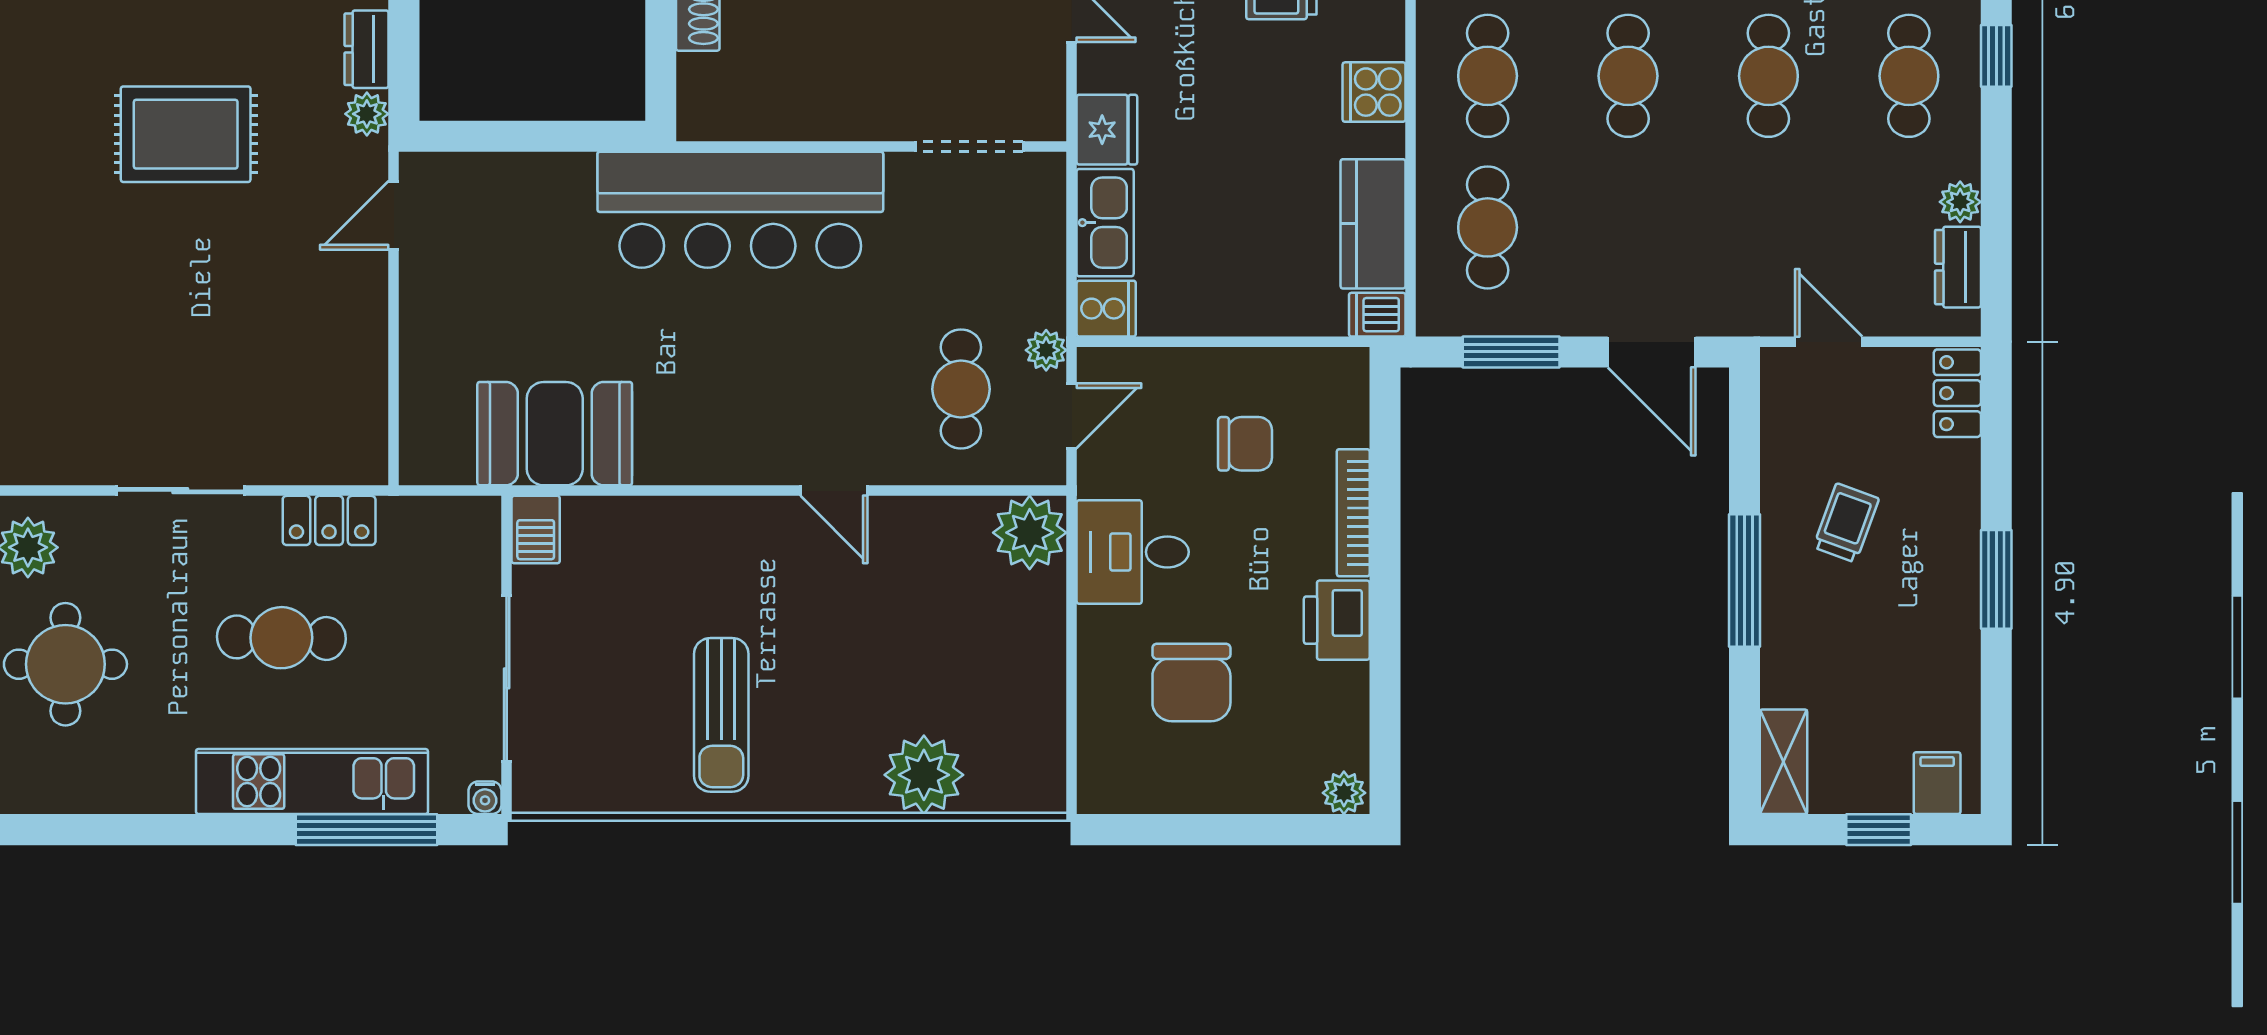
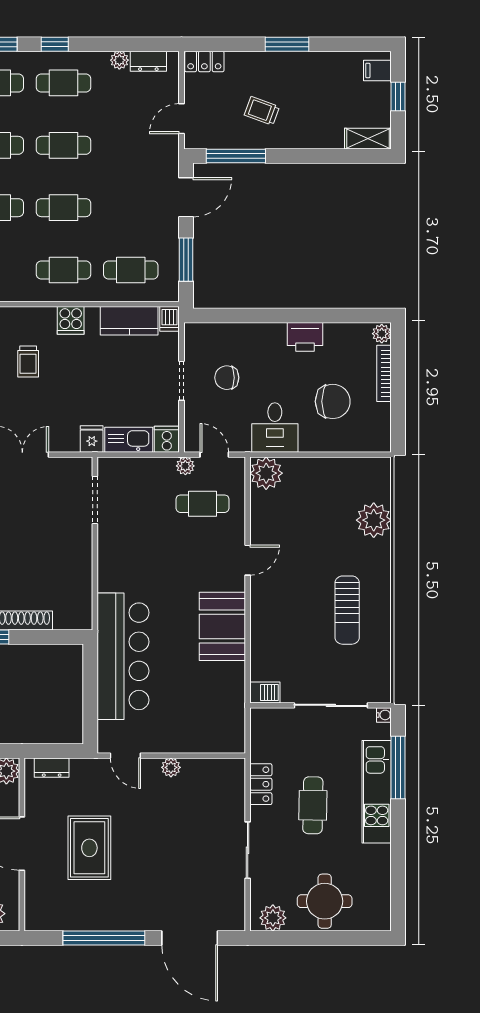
plant: (367, 114) -> (171, 767), moved
fridge: (1107, 130) -> (92, 439), width x0.72
bar counter: (740, 210) -> (123, 656), moved
doorway: (1238, 342) -> (181, 381), added
booth: (555, 434) -> (222, 626), moved
chair: (1245, 444) -> (227, 378), turned -90
bookcase: (1353, 513) -> (384, 373), moved, turned 90
window: (1744, 581) -> (236, 156), moved
sun lounger: (721, 715) -> (347, 610), turned 90

